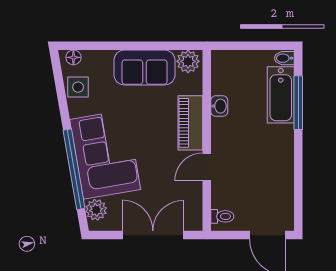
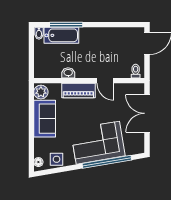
plant: (96, 210) -> (132, 148), removed

